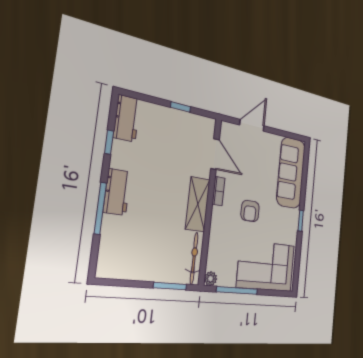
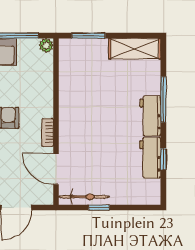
workbench: (127, 118) -> (150, 158), moved
shelving: (198, 204) -> (135, 49), moved, turned 90
bicycle: (194, 258) -> (84, 197), moved, turned -90

